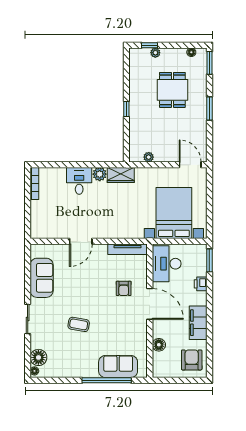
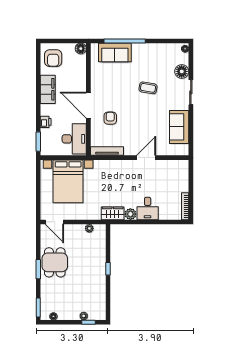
dining table: (172, 90) -> (55, 262), moved
floor lamp: (159, 345) -> (81, 49), moved
floor lamp: (38, 357) -> (182, 71), moved

